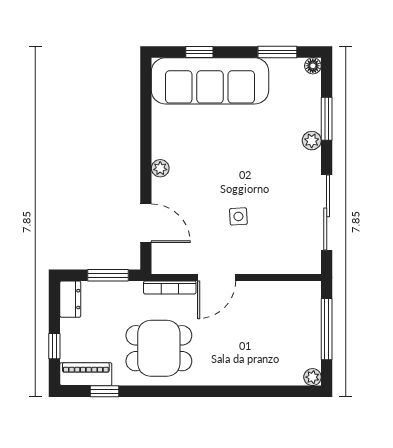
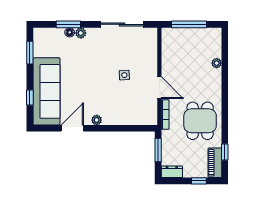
floor lamp: (313, 66) -> (70, 32), moved
door: (146, 223) -> (72, 128), moved
plant: (312, 377) -> (217, 63), moved

